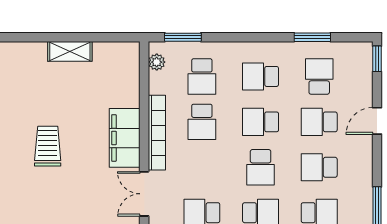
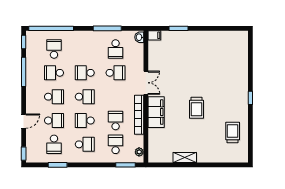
school desk: (261, 122) -> (85, 121), turned 180
school desk: (261, 167) -> (85, 97), turned 90

